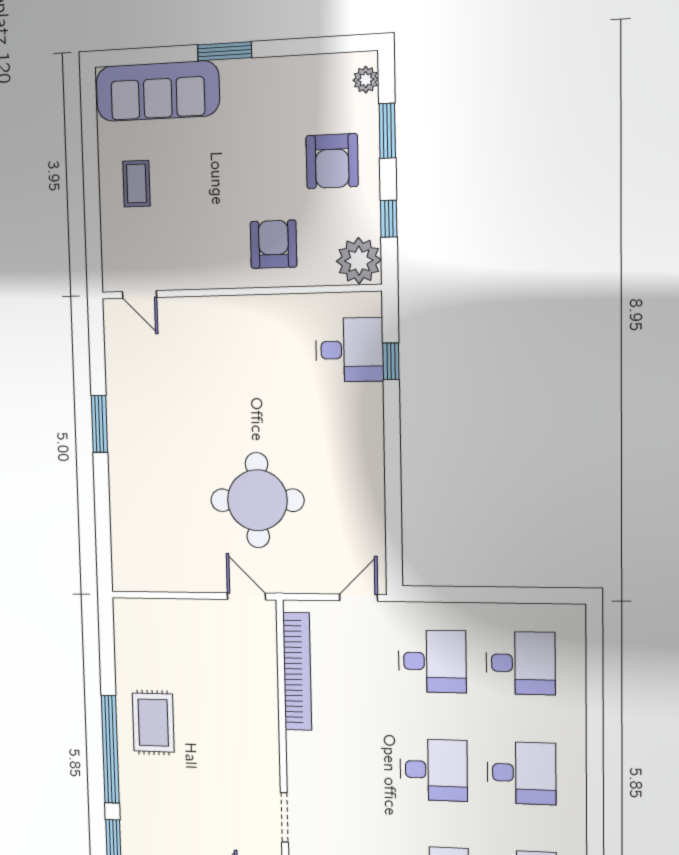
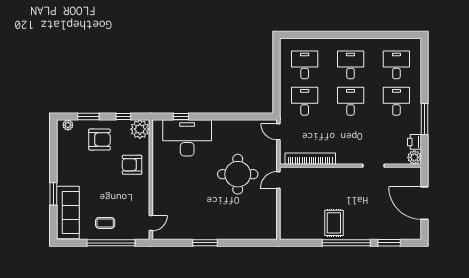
window: (225, 51) -> (53, 194), moved
window: (92, 200) -> (111, 243), added
desk: (349, 350) -> (187, 138), width x1.87, depth x1.30
rug: (153, 723) -> (334, 223), turned 90

